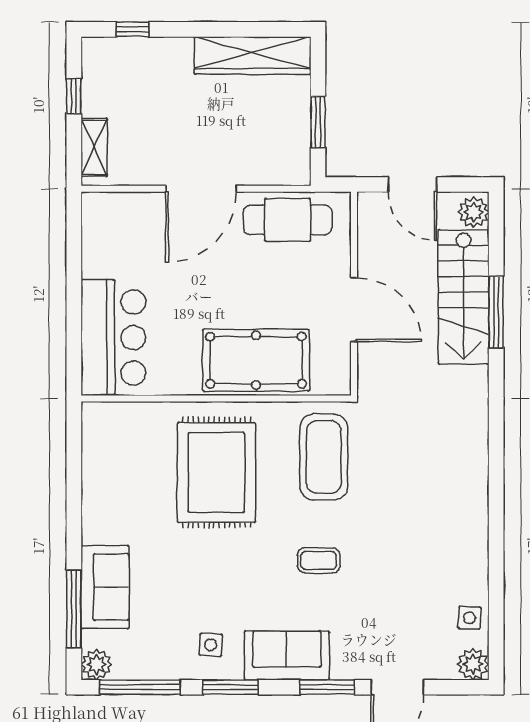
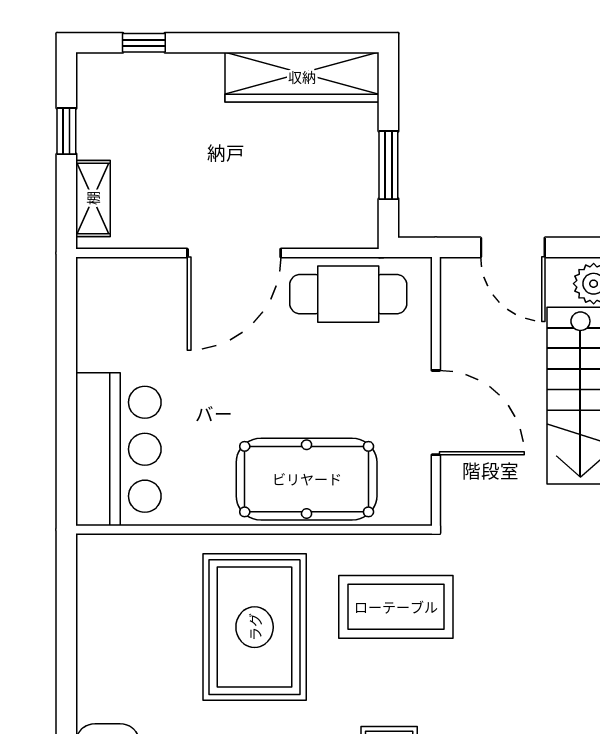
coffee table: (324, 457) -> (396, 607), turned 90

